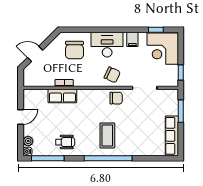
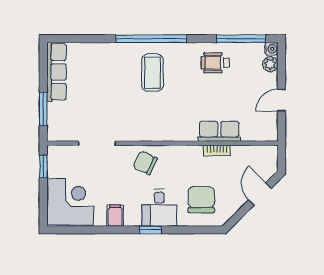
window: (156, 30) -> (150, 230), moved
desk: (107, 45) -> (159, 208), width x0.73
door: (35, 54) -> (260, 194), swing flipped
chair: (116, 98) -> (140, 128), removed

